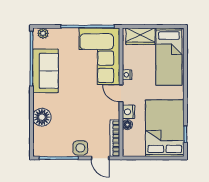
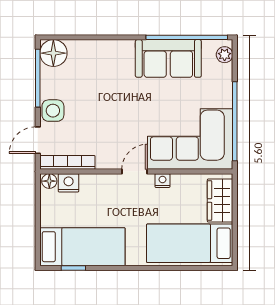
nightstand: (129, 112) -> (69, 183), moved
floor lamp: (42, 117) -> (53, 53), moved
floor lamp: (127, 125) -> (49, 181), moved
bed: (165, 128) -> (82, 247), width x0.67

